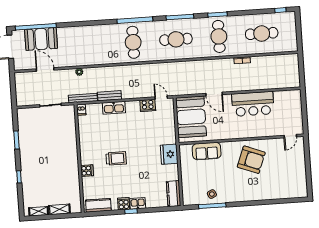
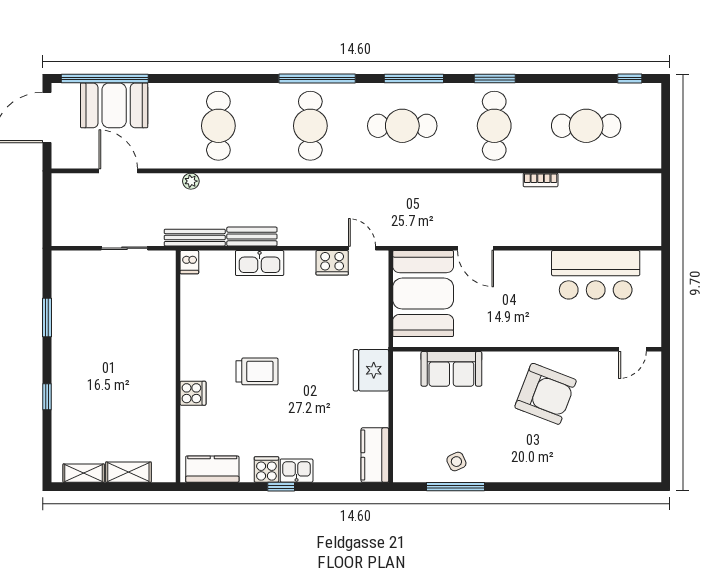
cafe table: (90, 45) -> (218, 126), added
bar counter: (253, 104) -> (596, 275), moved

